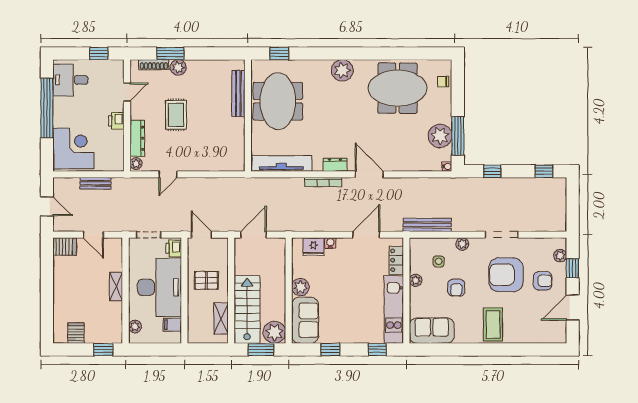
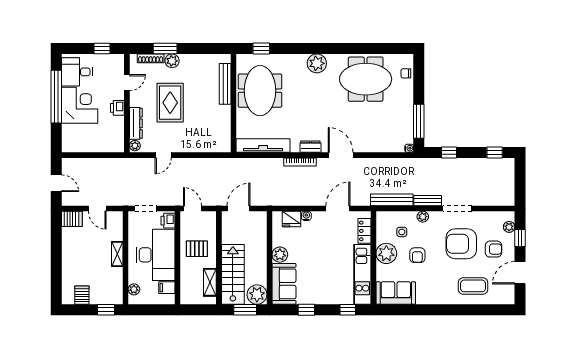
rug: (176, 115) -> (170, 103), width x1.36, depth x1.43
plant: (440, 136) -> (403, 121), removed
corner desk: (73, 148) -> (80, 105), moved
bench: (95, 183) -> (428, 201), moved
plant: (416, 280) -> (386, 253), width x1.87, depth x1.87
coffee table: (493, 325) -> (473, 286), moved, turned 90

